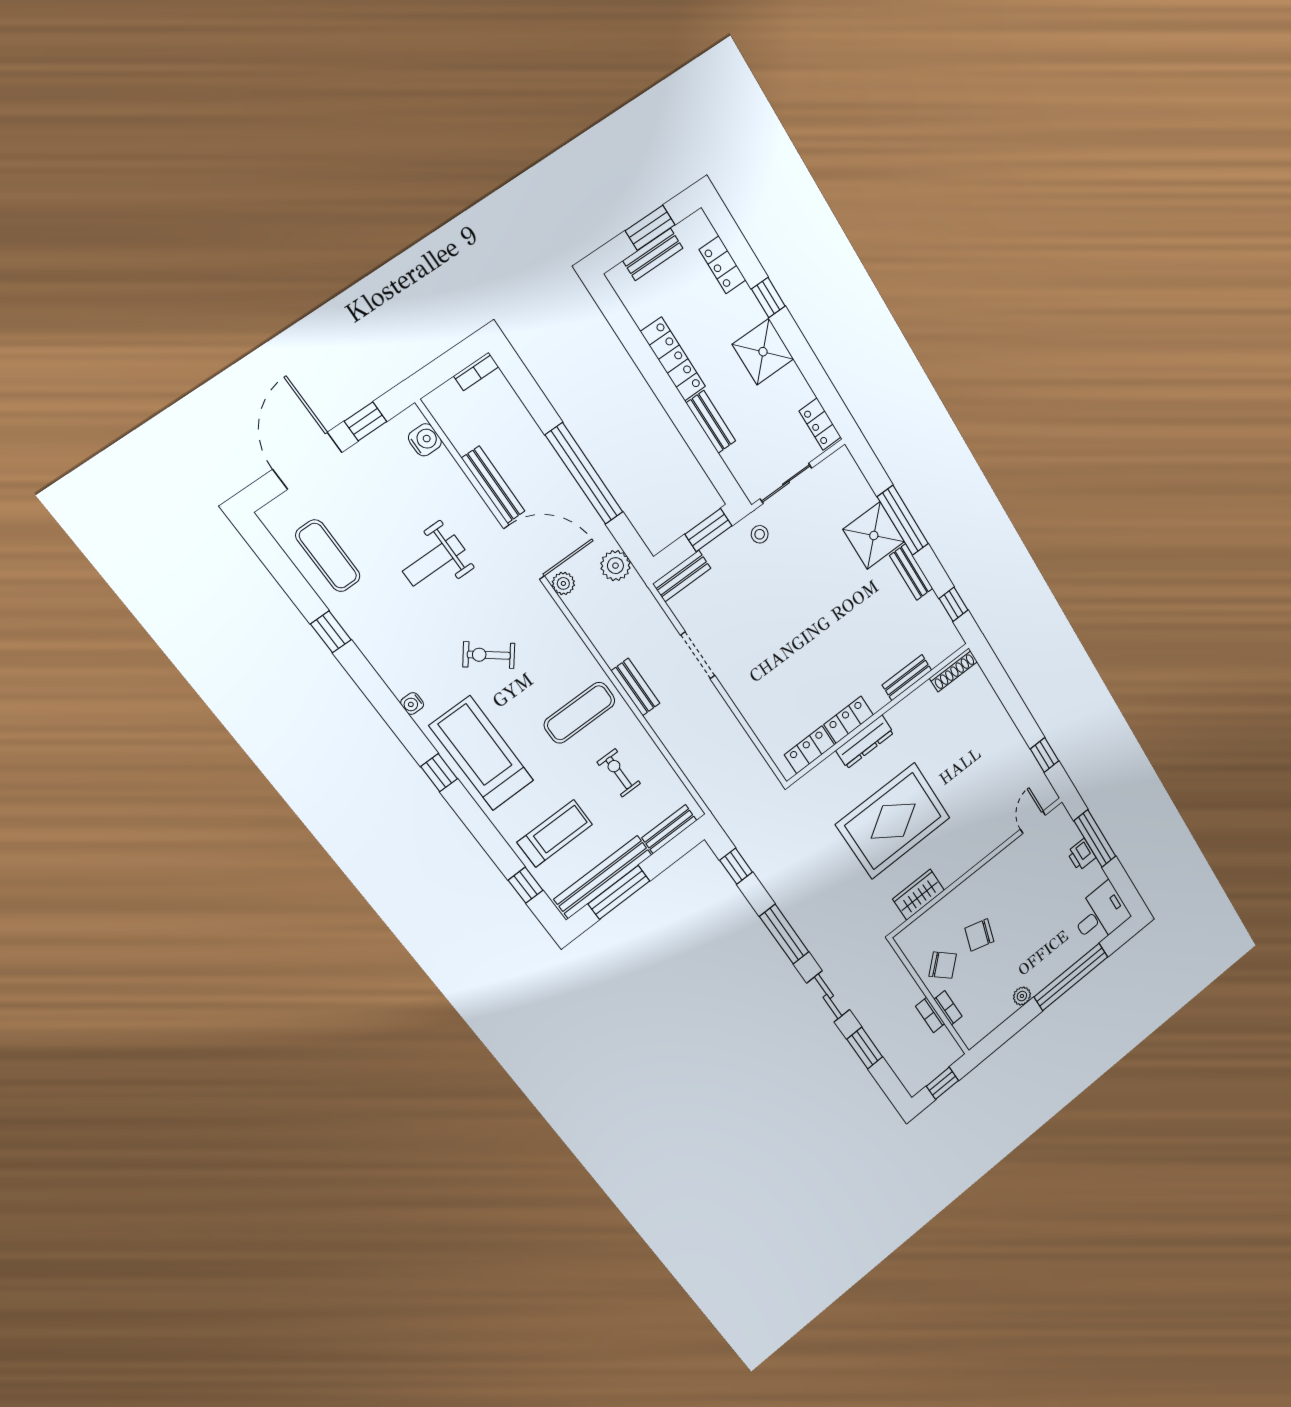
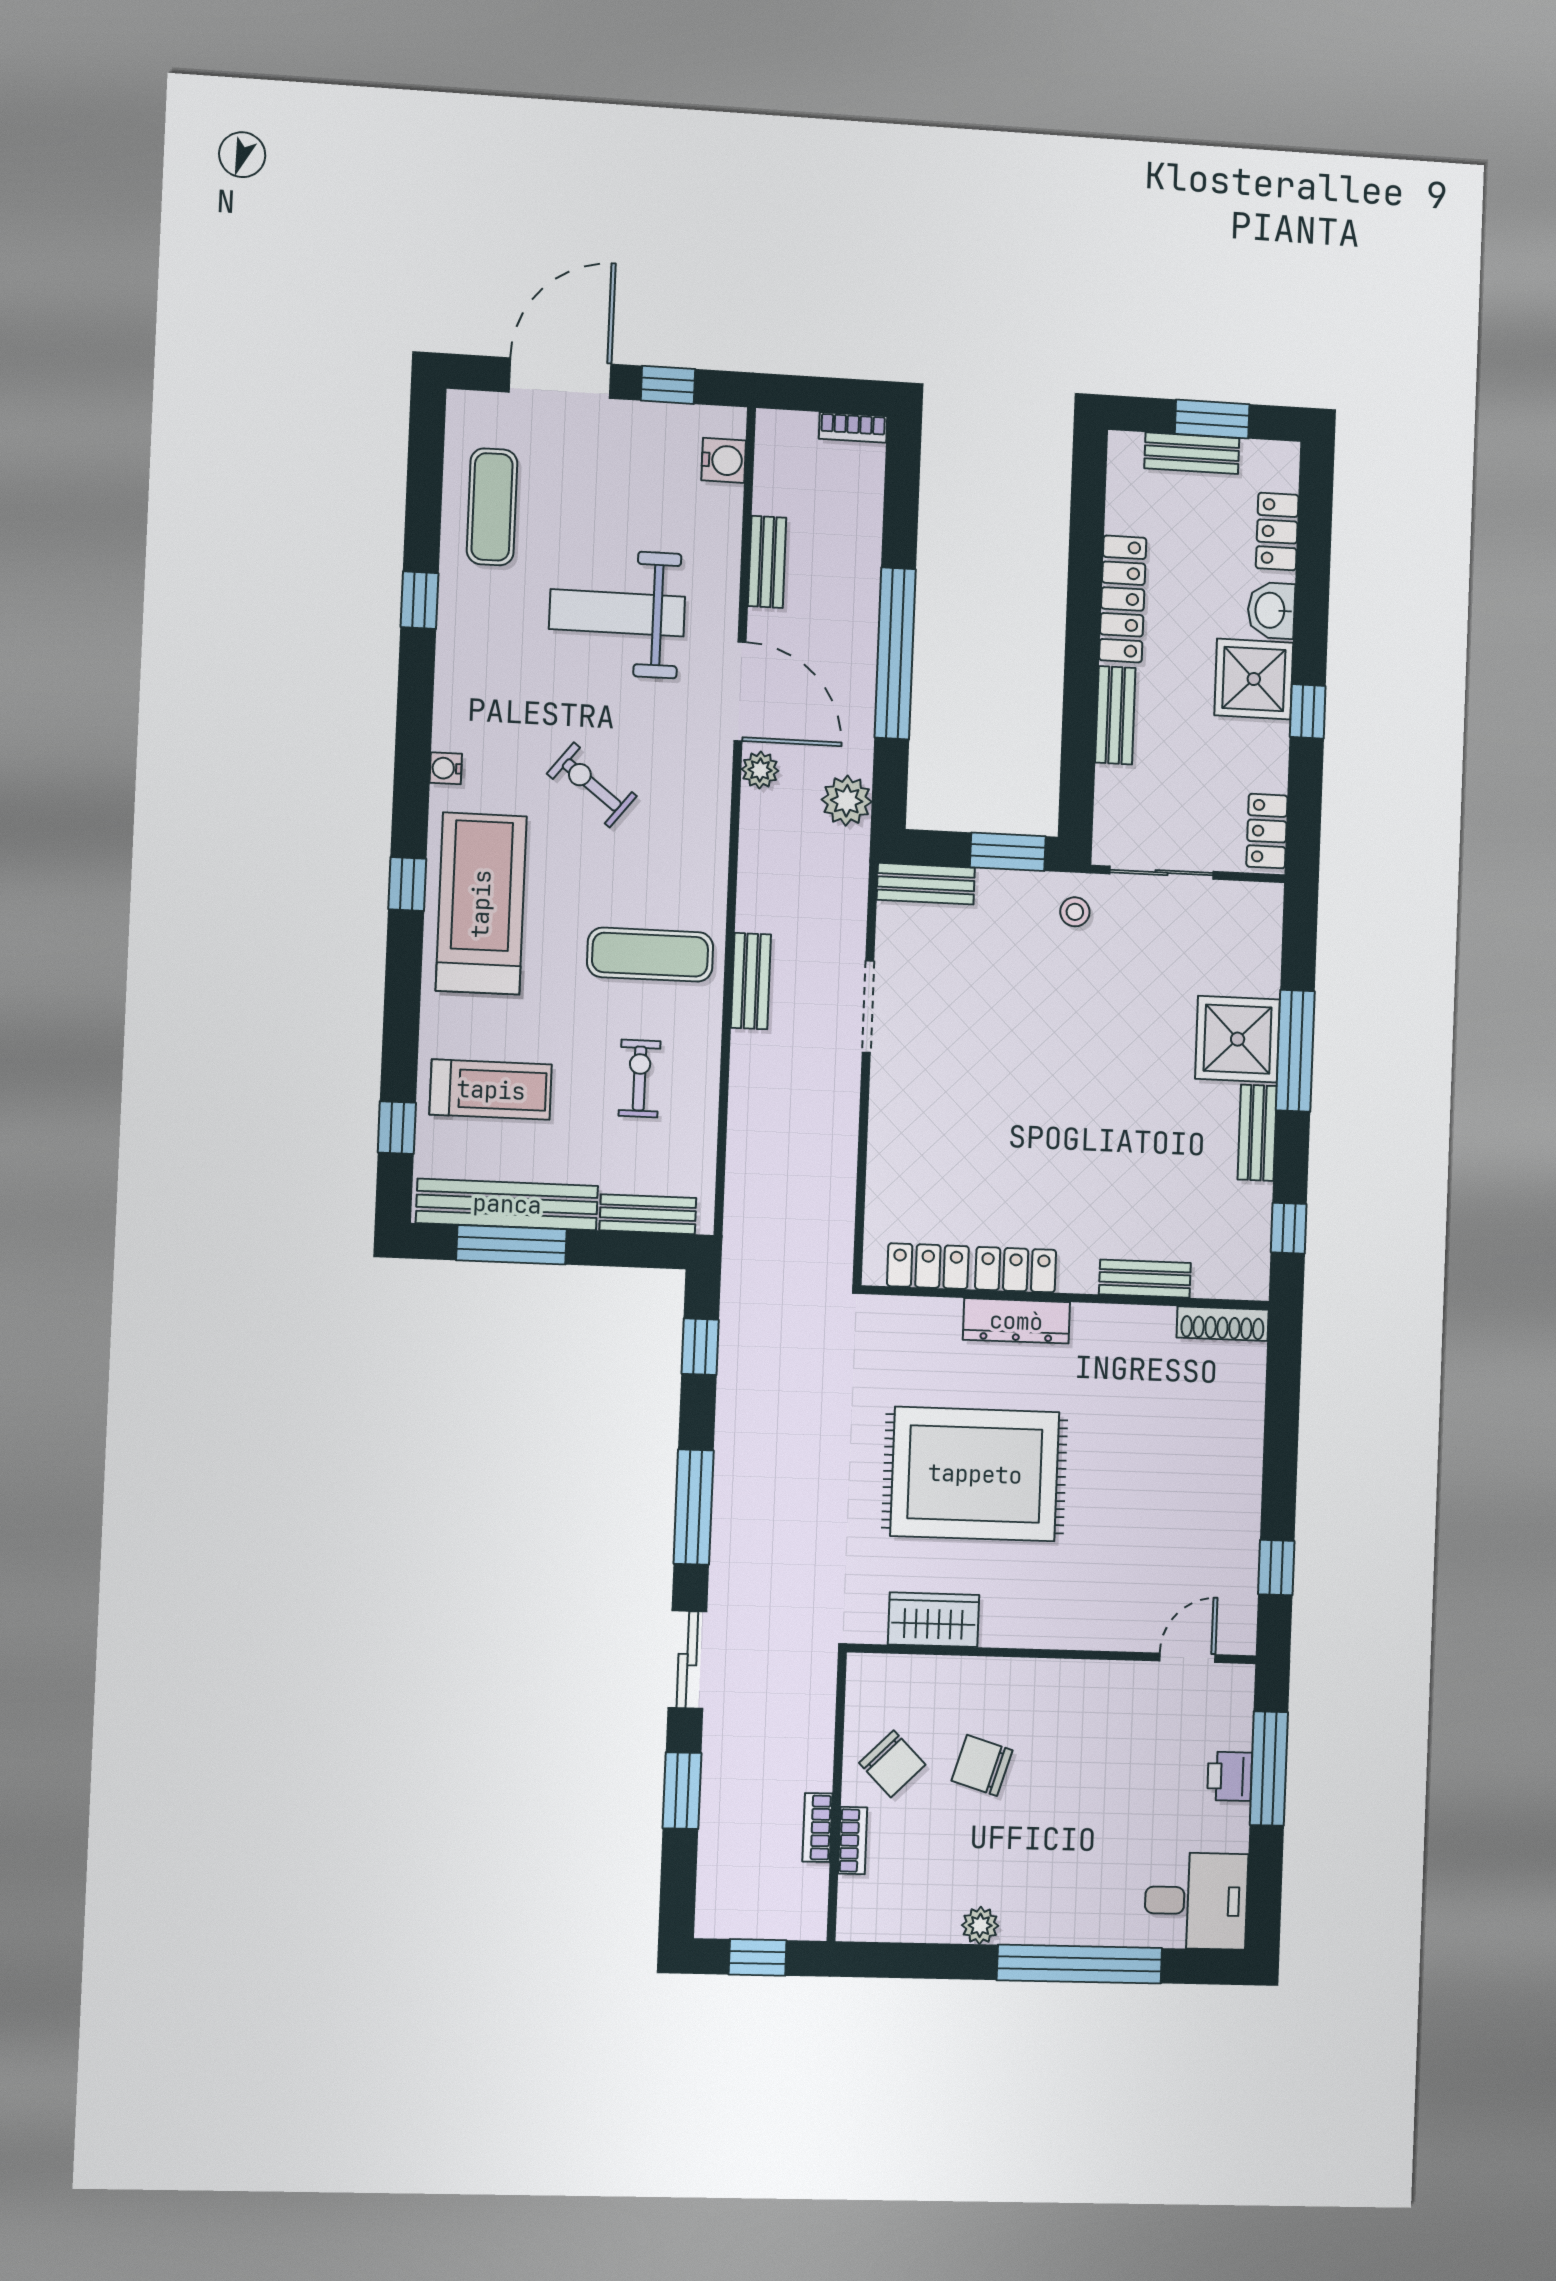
window: (768, 298) -> (1308, 711), moved
washbasin: (747, 309) -> (1271, 610), added
bench: (493, 485) -> (767, 562), width x0.73
weight bench: (434, 561) -> (617, 613), width x1.36, depth x1.33

